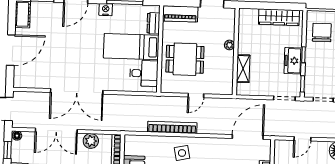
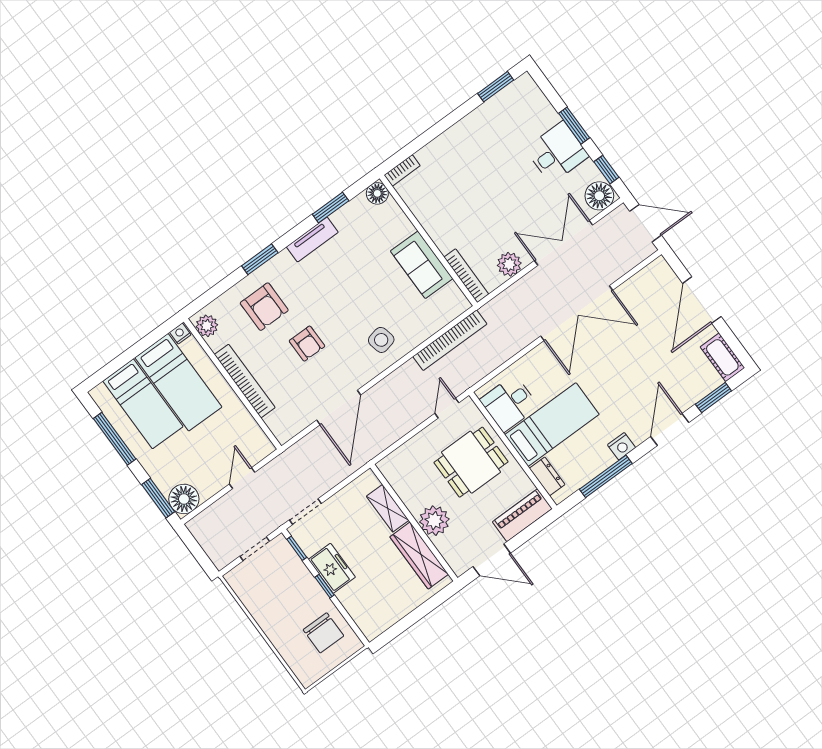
wardrobe: (279, 17) -> (419, 556), moved, turned -90
plant: (229, 45) -> (434, 521), width x1.87, depth x1.87
double door: (77, 91) -> (577, 313), swing flipped
door: (196, 95) -> (447, 408), moved
bookcase: (172, 127) -> (450, 340), moved
floor lamp: (17, 136) -> (599, 196), width x1.89, depth x1.89
door: (248, 137) -> (339, 407), moved

